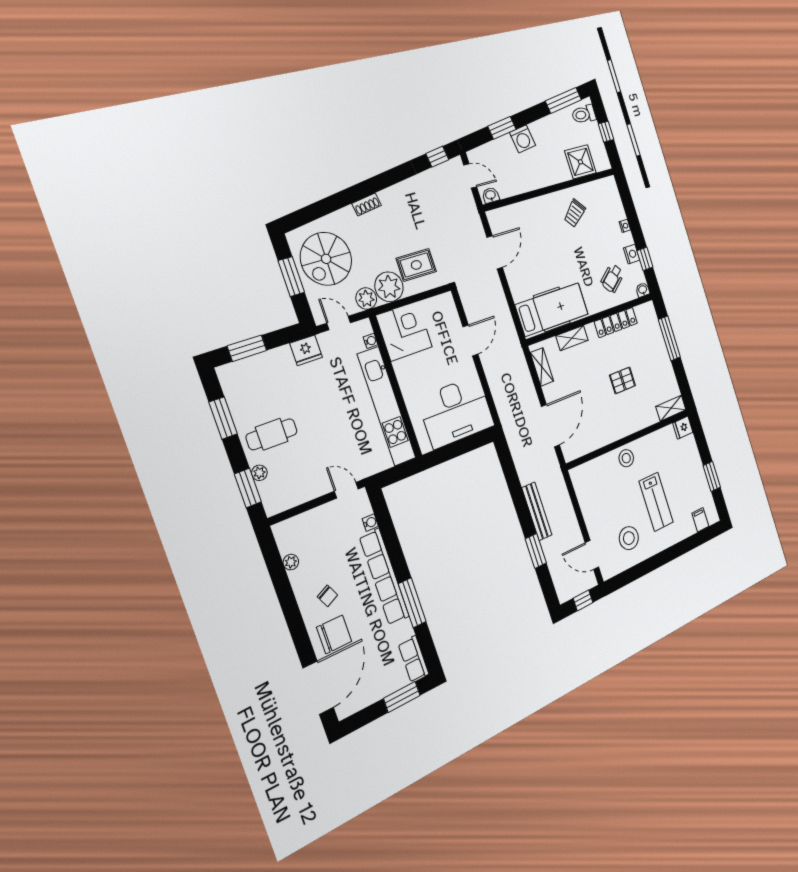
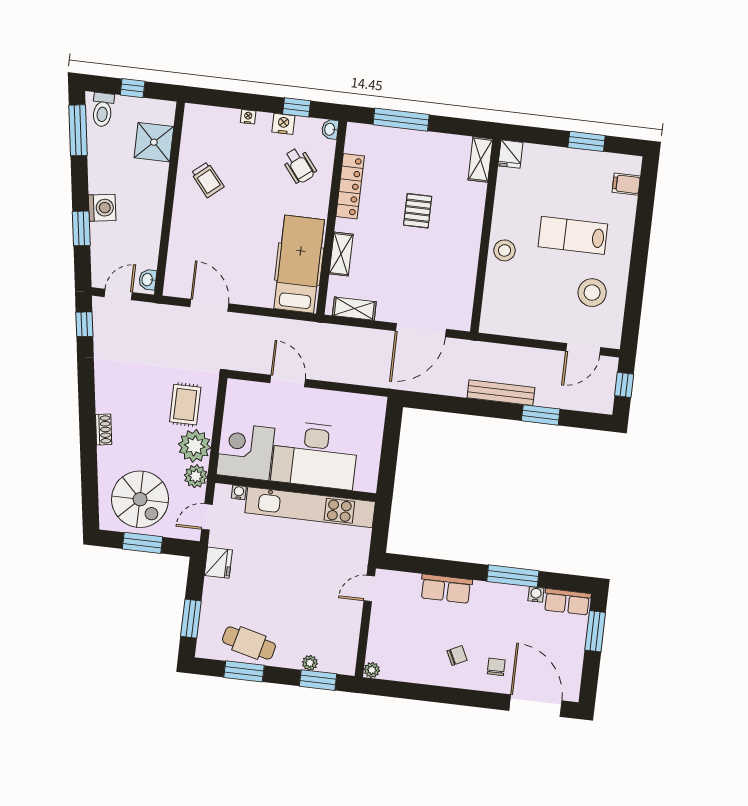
desk: (456, 412) -> (315, 455), moved, turned 90
door: (550, 426) -> (421, 330), swing flipped
cafe table: (272, 434) -> (249, 643), moved, turned -76
lab bench: (656, 502) -> (573, 235), turned 180
water cooler: (370, 523) -> (536, 594), moved
plant: (291, 562) -> (372, 670), moved
row of seats: (384, 577) -> (446, 589), width x0.50
chair: (334, 634) -> (496, 667), width x0.54, depth x0.54

